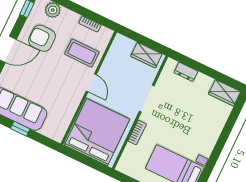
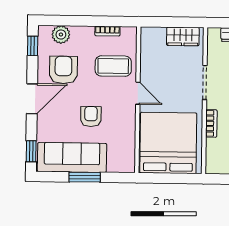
armchair: (42, 38) -> (63, 70), turned 90
armchair: (47, 84) -> (91, 116), added
window: (20, 129) -> (85, 177), width x1.50

